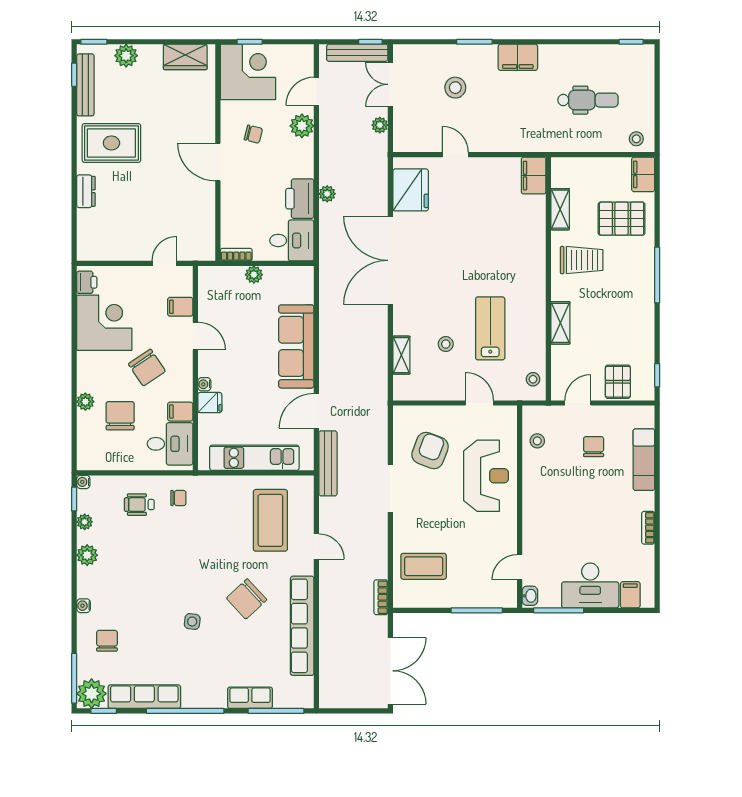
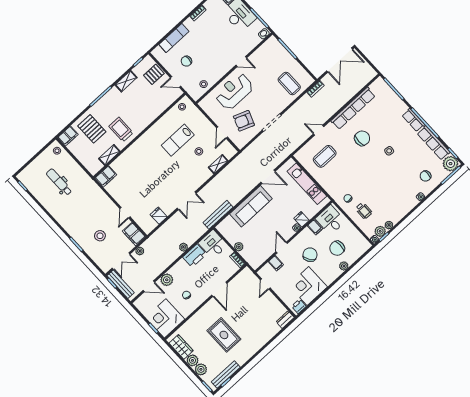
plant: (150, 55) -> (192, 360), added
filing cabinet: (518, 57) -> (134, 234), moved, turned 180
rug: (111, 143) -> (224, 335), moved
door: (218, 162) -> (219, 289), moved
fridge: (411, 190) -> (159, 216), width x0.53, depth x0.75
dresser: (86, 191) -> (285, 320), moved
double door: (390, 260) -> (187, 201), width x0.54
door: (164, 263) -> (265, 284), hinge flipped
shelving: (560, 323) -> (126, 81), moved
door: (479, 403) -> (222, 133), moved
bench: (328, 463) -> (218, 215), moved
coffee table: (270, 520) -> (325, 156), width x0.73, depth x0.76
door: (316, 547) -> (319, 130), hinge flipped
plant: (87, 555) -> (380, 231), moved
door: (520, 567) -> (241, 62), moved
chair: (247, 599) -> (362, 138), turned -47
double door: (390, 671) -> (340, 60), swing flipped
row of seats: (250, 698) -> (413, 120), moved

